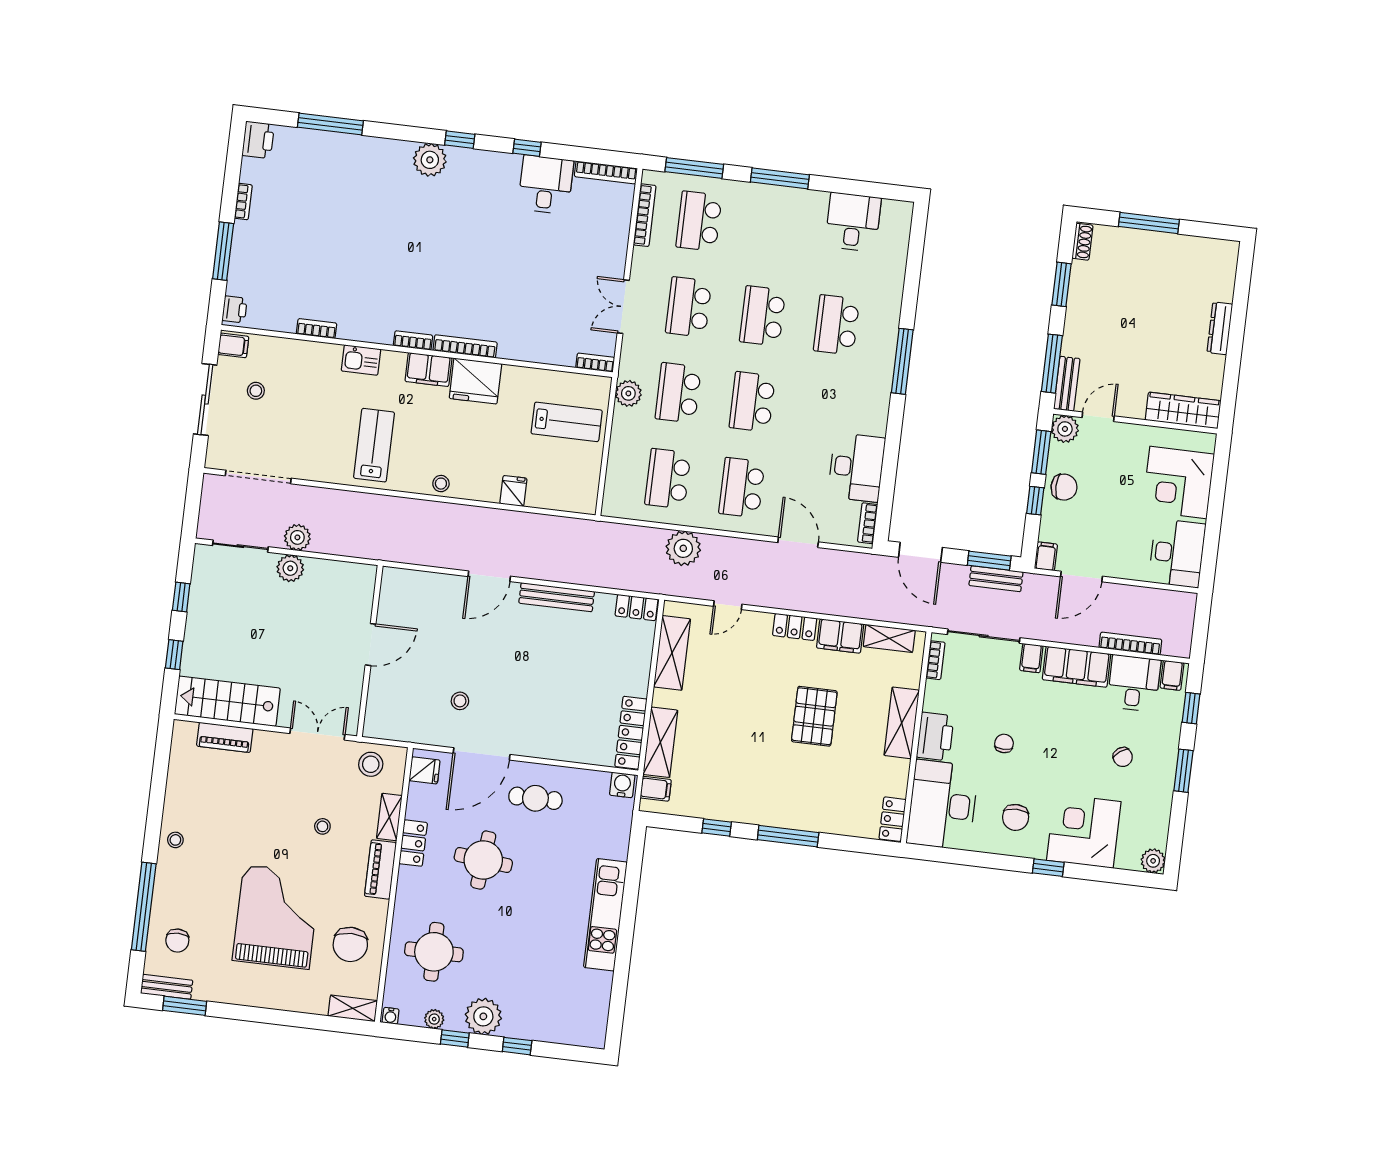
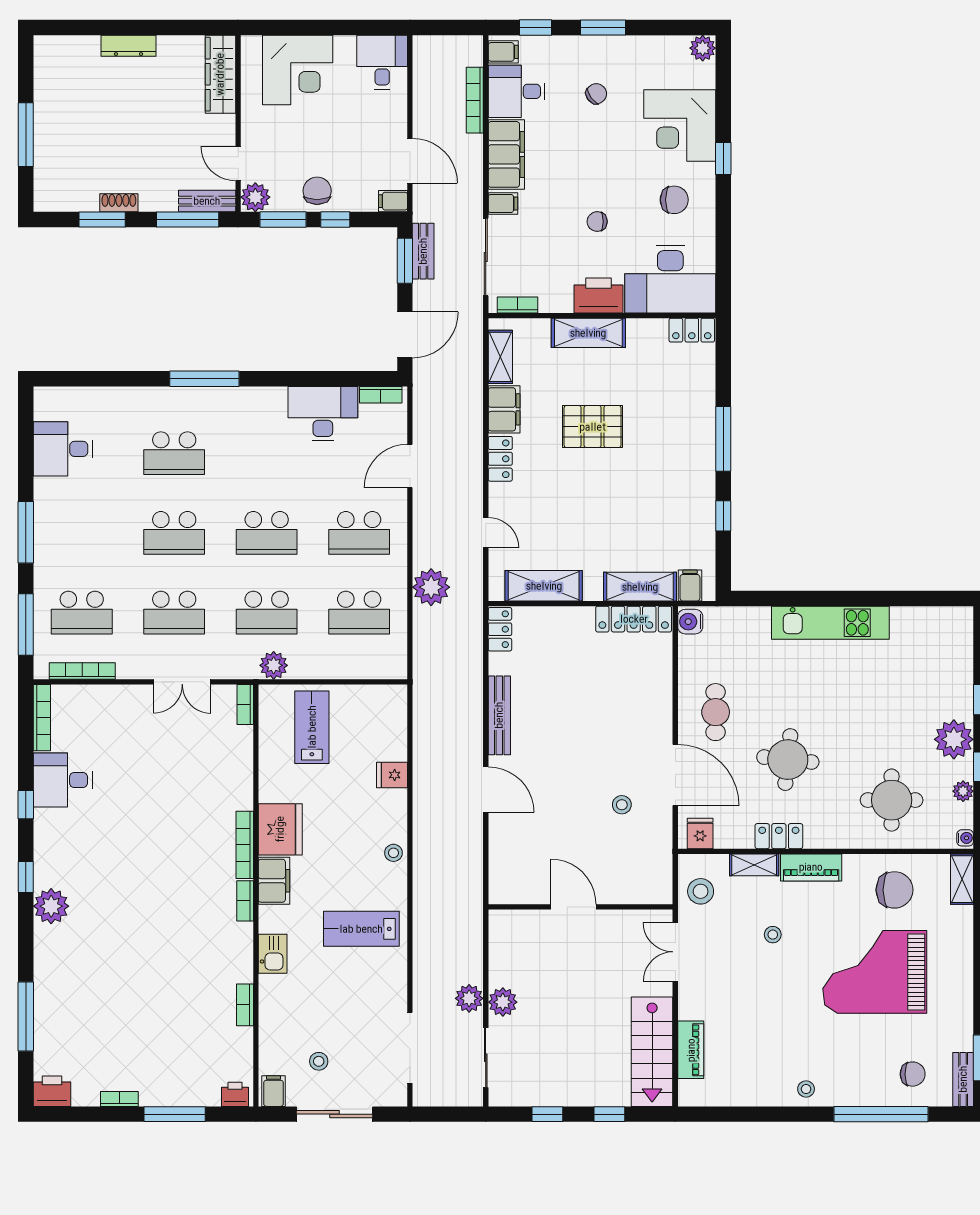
shoe rack: (1082, 242) -> (119, 203), moved
desk: (1177, 553) -> (382, 62), width x0.73

